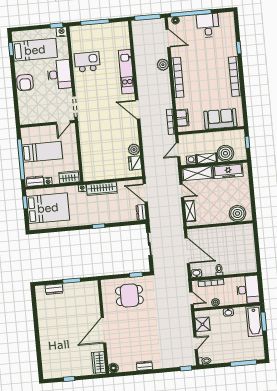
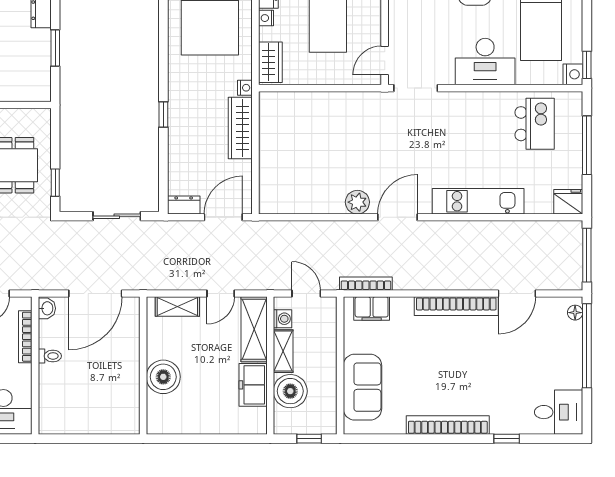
desk: (208, 25) -> (559, 412), moved
door: (168, 38) -> (517, 294), moved
kitchen island: (87, 62) -> (535, 124), moved
plant: (163, 65) -> (486, 278), removed
door: (63, 123) -> (385, 60), hinge flipped
plant: (134, 150) -> (357, 202), moved
fridge: (135, 163) -> (568, 202), moved
freezer: (228, 171) -> (253, 385), width x0.71
boiler: (237, 213) -> (163, 377), moved

